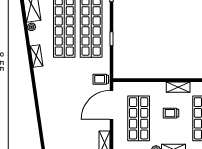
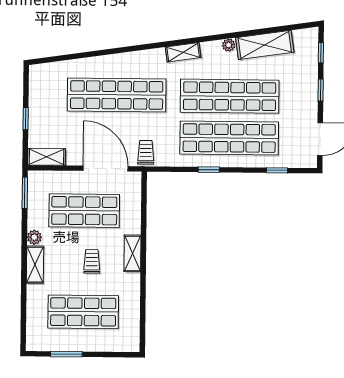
shelving: (178, 87) -> (133, 253), moved
shop shelf: (64, 98) -> (117, 95), added

